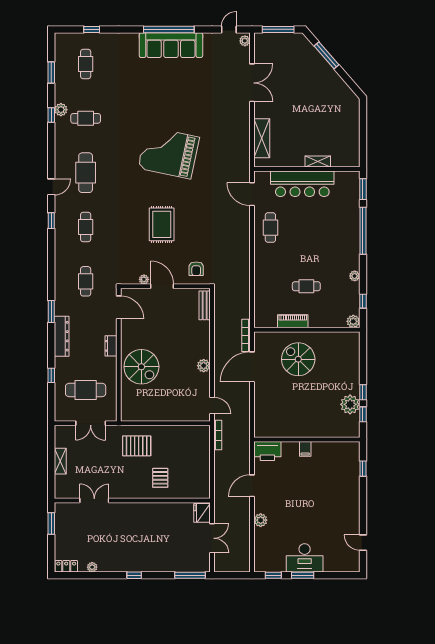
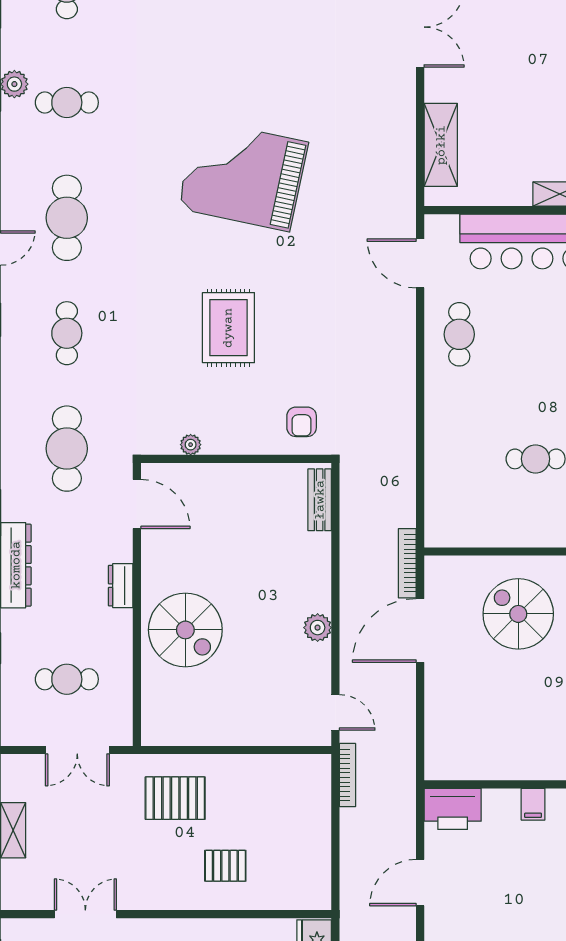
cafe table: (86, 281) -> (67, 449), width x1.37, depth x1.35
door: (162, 286) -> (229, 459), removed
piano: (293, 321) -> (507, 533), removed
cafe table: (86, 390) -> (67, 679), width x0.73, depth x0.74
pallet: (160, 478) -> (225, 866), turned 90

